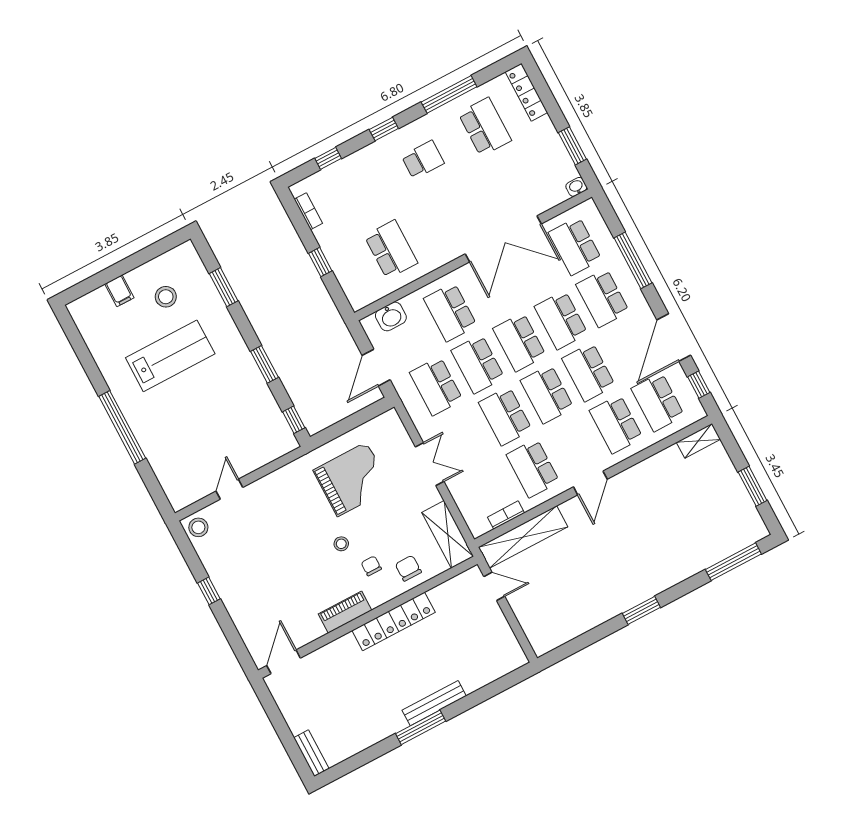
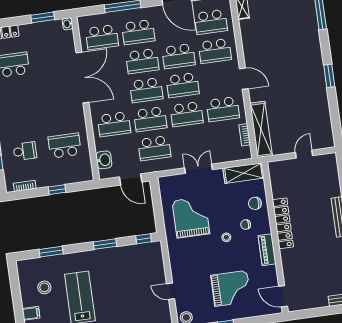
school desk: (423, 160) -> (25, 151), moved, turned 90
grand piano: (267, 579) -> (231, 288), added
door: (494, 586) -> (304, 154), moved

